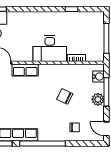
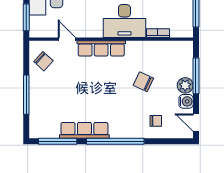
row of seats: (25, 70) -> (101, 48), width x1.48
water cooler: (99, 77) -> (186, 101), moved

